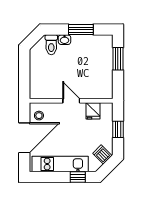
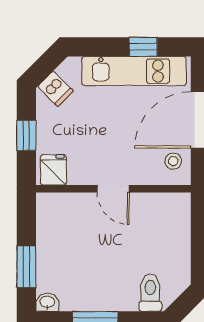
washbasin: (65, 40) -> (47, 302), moved
fridge: (93, 111) -> (53, 170), moved
window: (78, 177) -> (143, 47), moved

